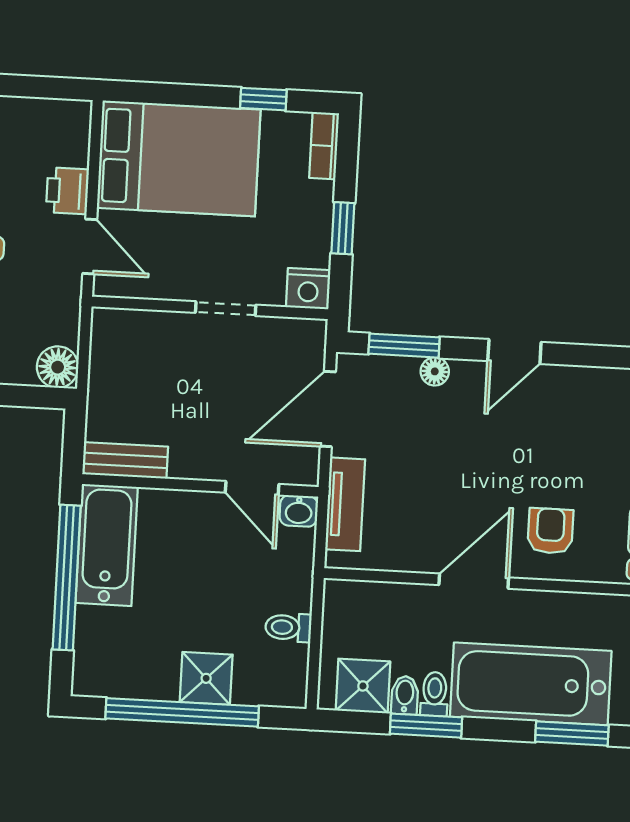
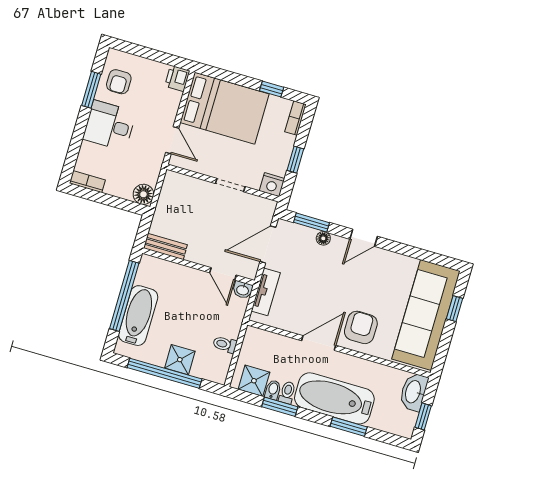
printer: (67, 191) -> (177, 78), moved
armchair: (550, 531) -> (361, 327), width x1.38, depth x1.38
bathtub: (107, 545) -> (138, 316), moved

